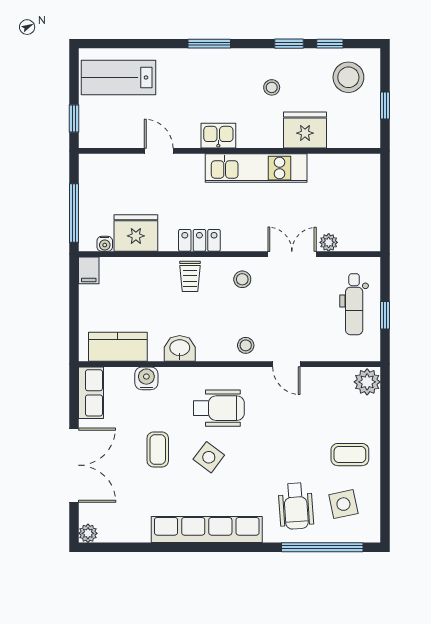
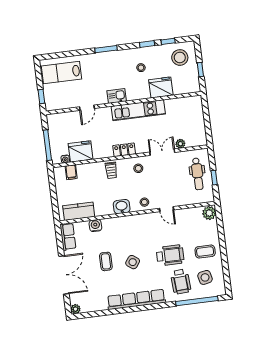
door: (159, 151) -> (87, 108), swing flipped
locker: (199, 240) -> (124, 150), moved
filing cabinet: (89, 270) -> (71, 172), moved
washbasin: (180, 348) -> (122, 207), moved
wheelchair: (219, 408) -> (170, 255), moved

